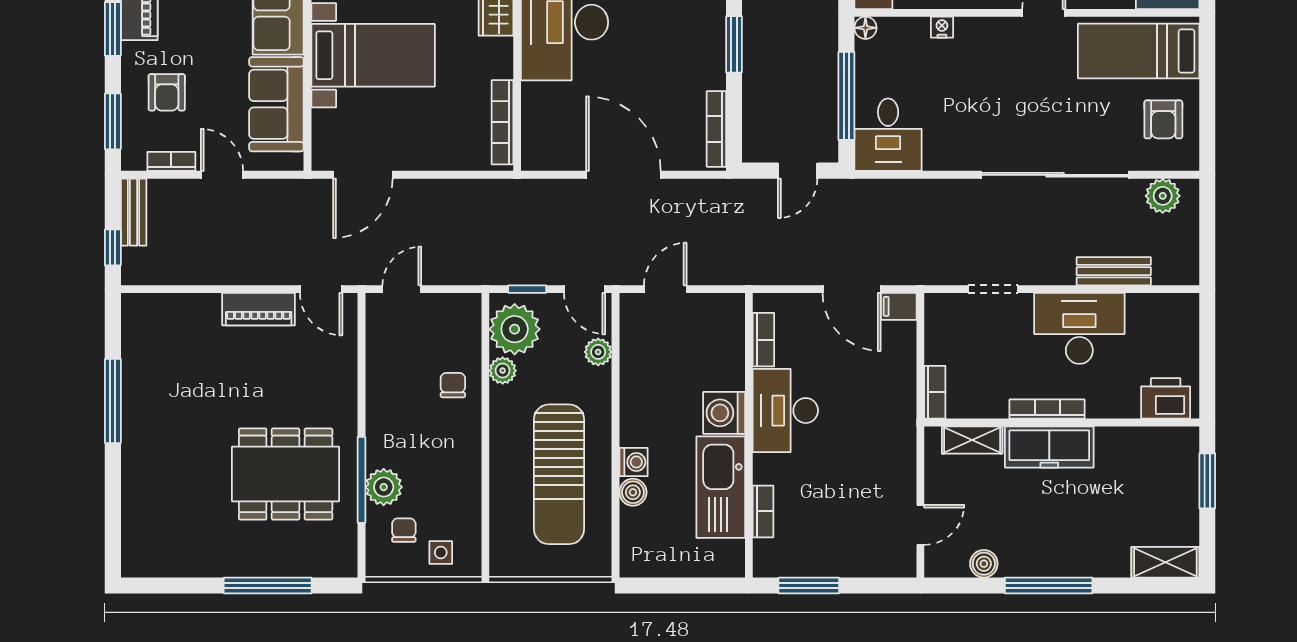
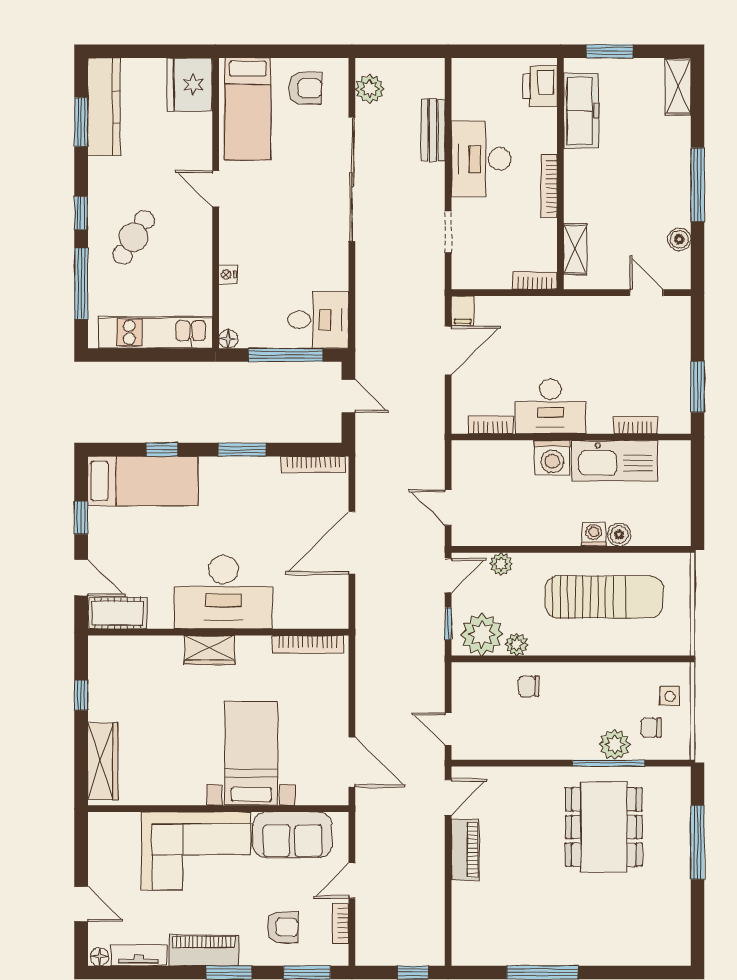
bench: (134, 212) -> (383, 955), removed
freezer: (1049, 447) -> (581, 111), moved

